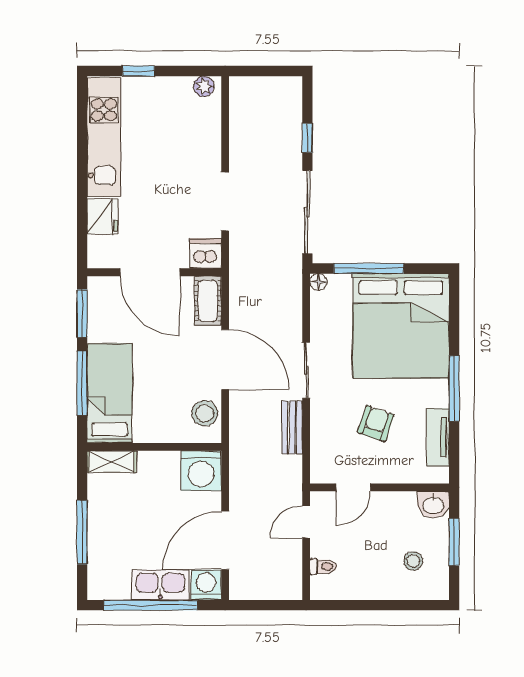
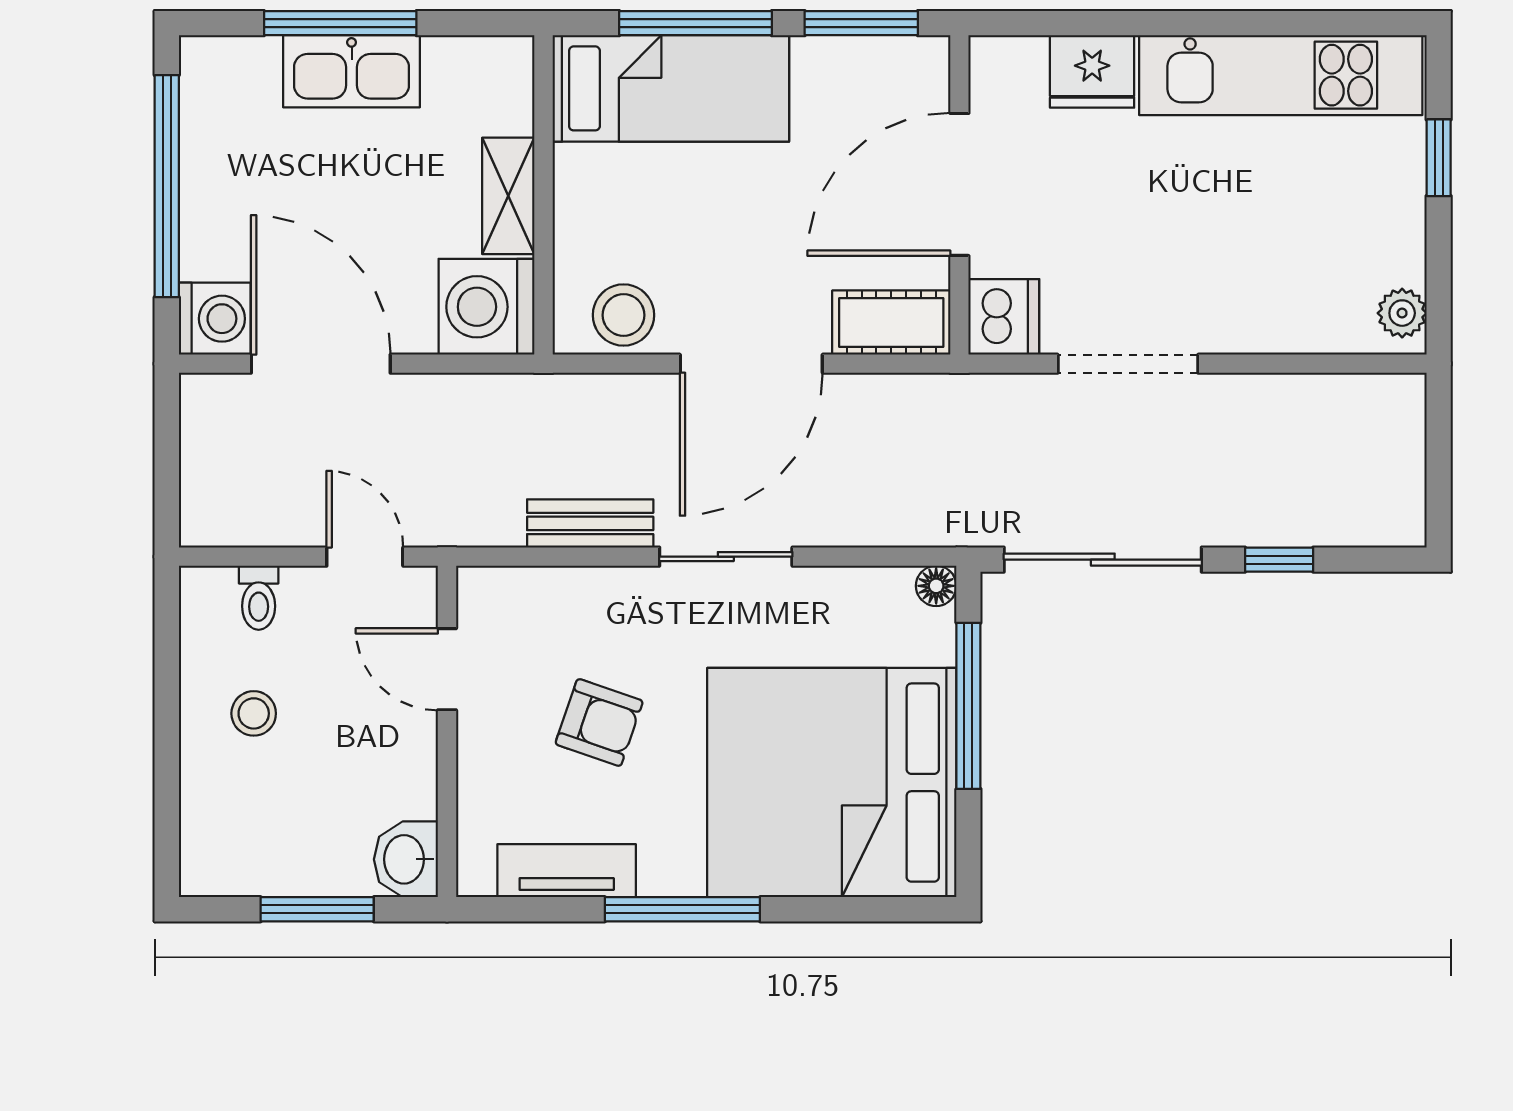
shelving: (112, 462) -> (508, 196), moved
stool: (413, 561) -> (254, 713), moved
kitchen sink: (160, 585) -> (352, 71), moved, turned 90

